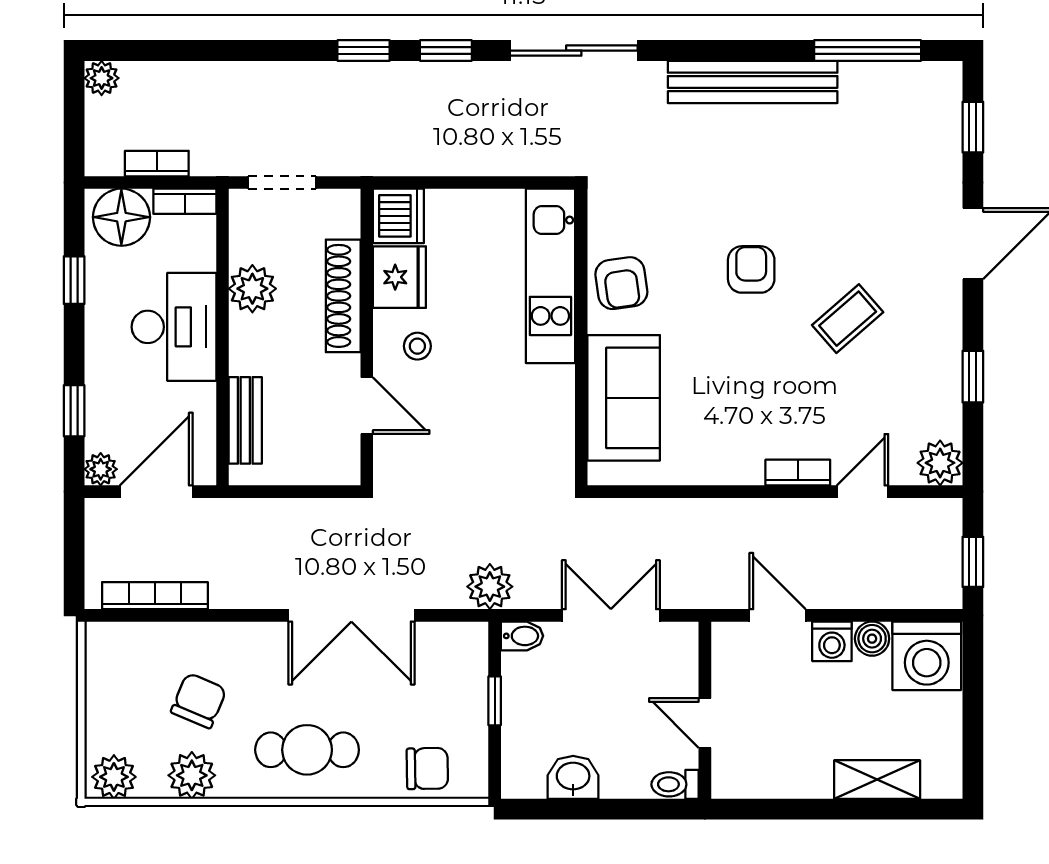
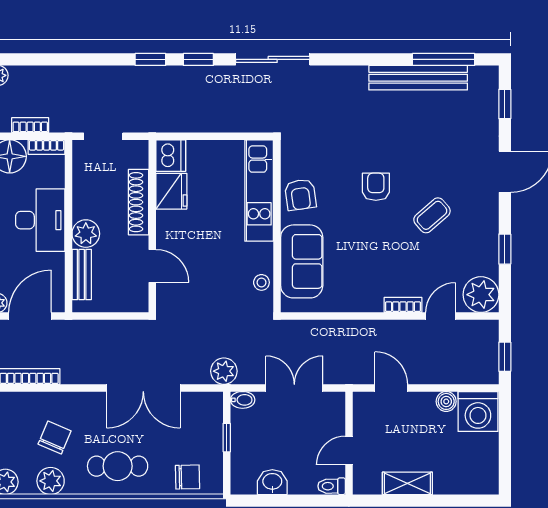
bench: (753, 82) -> (418, 78), moved
plant: (252, 289) -> (86, 234), moved
stool: (417, 346) -> (261, 282), moved
plant: (940, 463) -> (481, 295), width x1.36, depth x1.36
washing machine: (832, 641) -> (423, 403), removed
door: (705, 723) -> (349, 450), hinge flipped
shelving: (877, 779) -> (407, 483), moved

